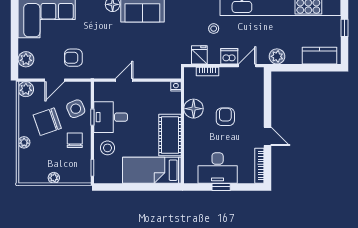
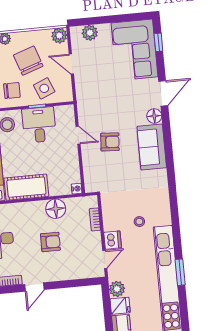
fridge: (199, 55) -> (120, 306), moved
armchair: (73, 58) -> (110, 142), moved, turned 94
door: (247, 66) -> (105, 259), hinge flipped

